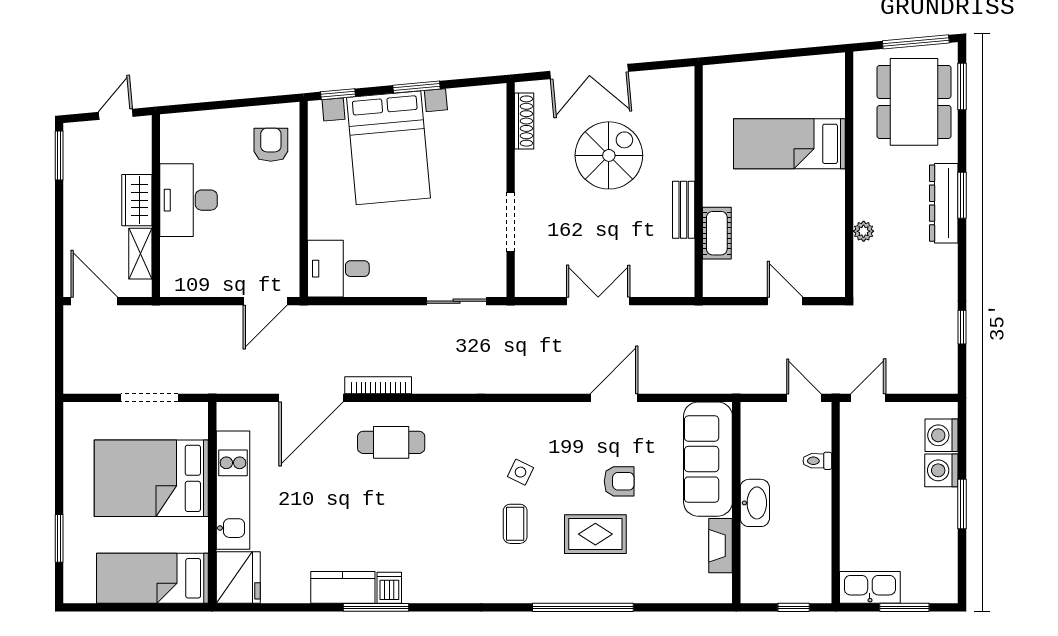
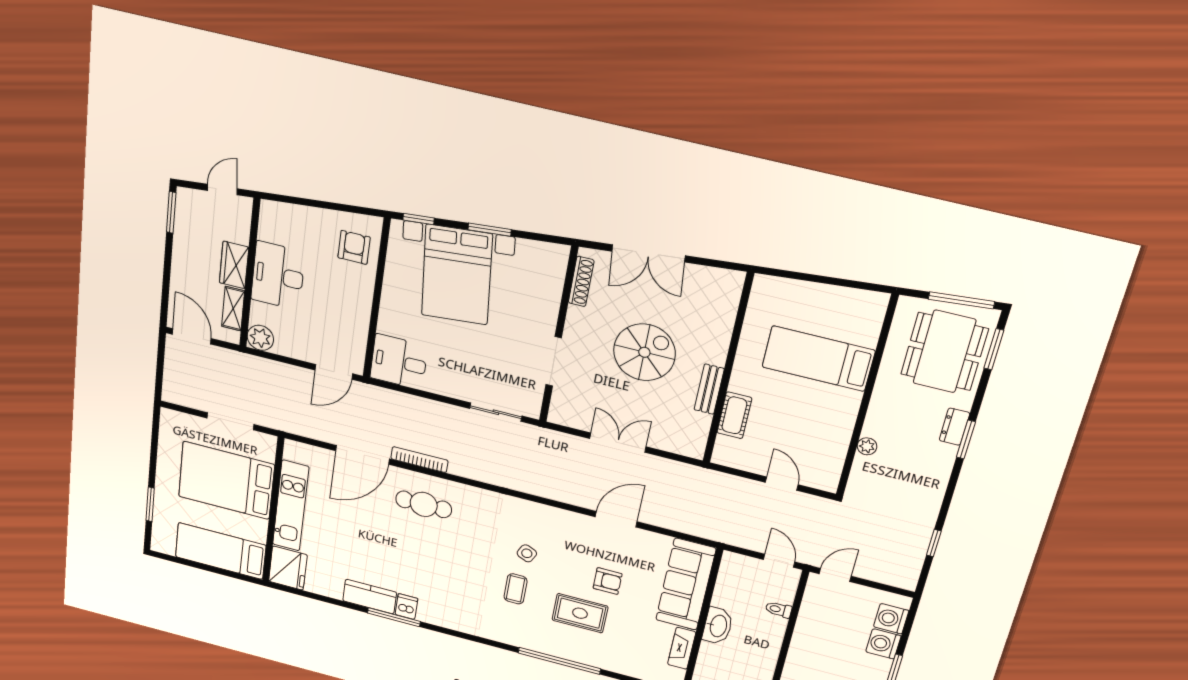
spiral stairs: (609, 155) -> (644, 352), moved
dresser: (944, 203) -> (954, 427), width x0.51, depth x0.80
plant: (175, 281) -> (260, 338), added

